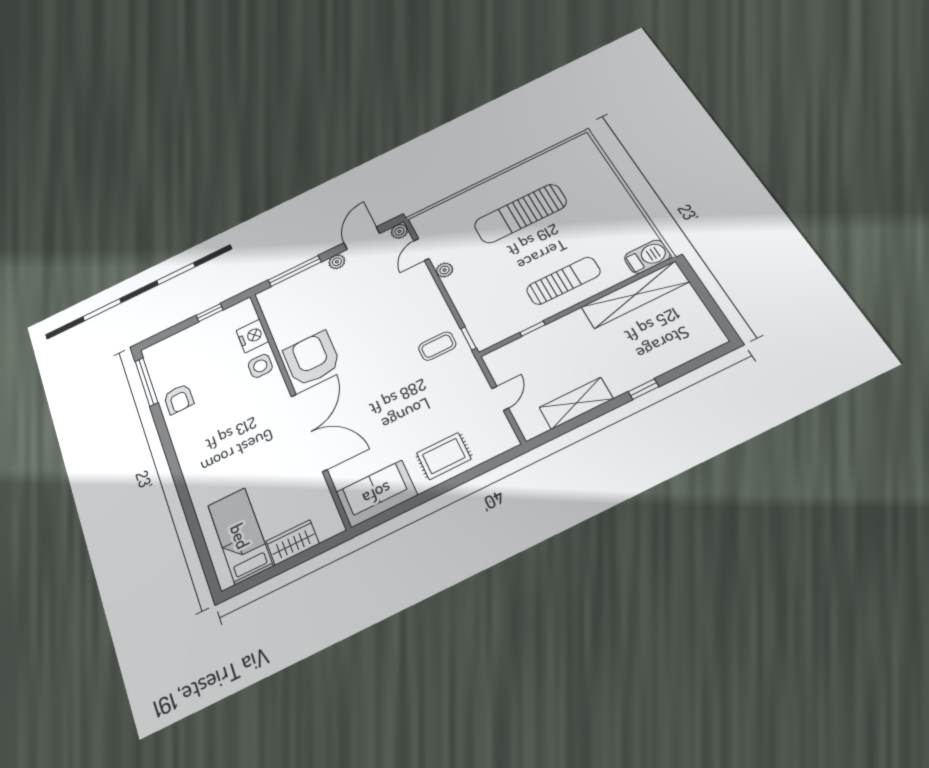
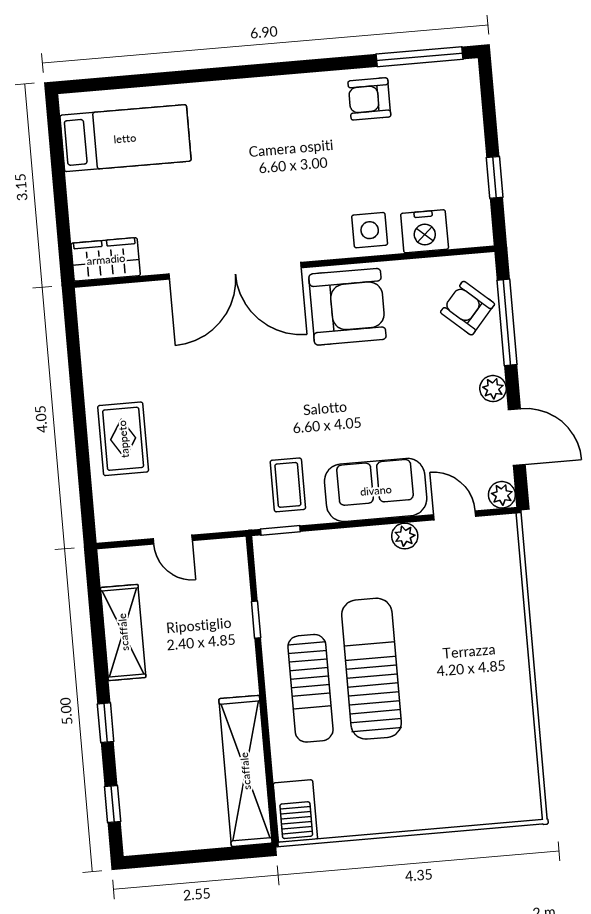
sun lounger: (520, 214) -> (372, 669), moved
armchair: (292, 294) -> (468, 308), added
window: (698, 362) -> (113, 804), added
sofa: (377, 494) -> (376, 490), moved, turned -90
wardrobe: (293, 542) -> (106, 259), moved, turned -90

